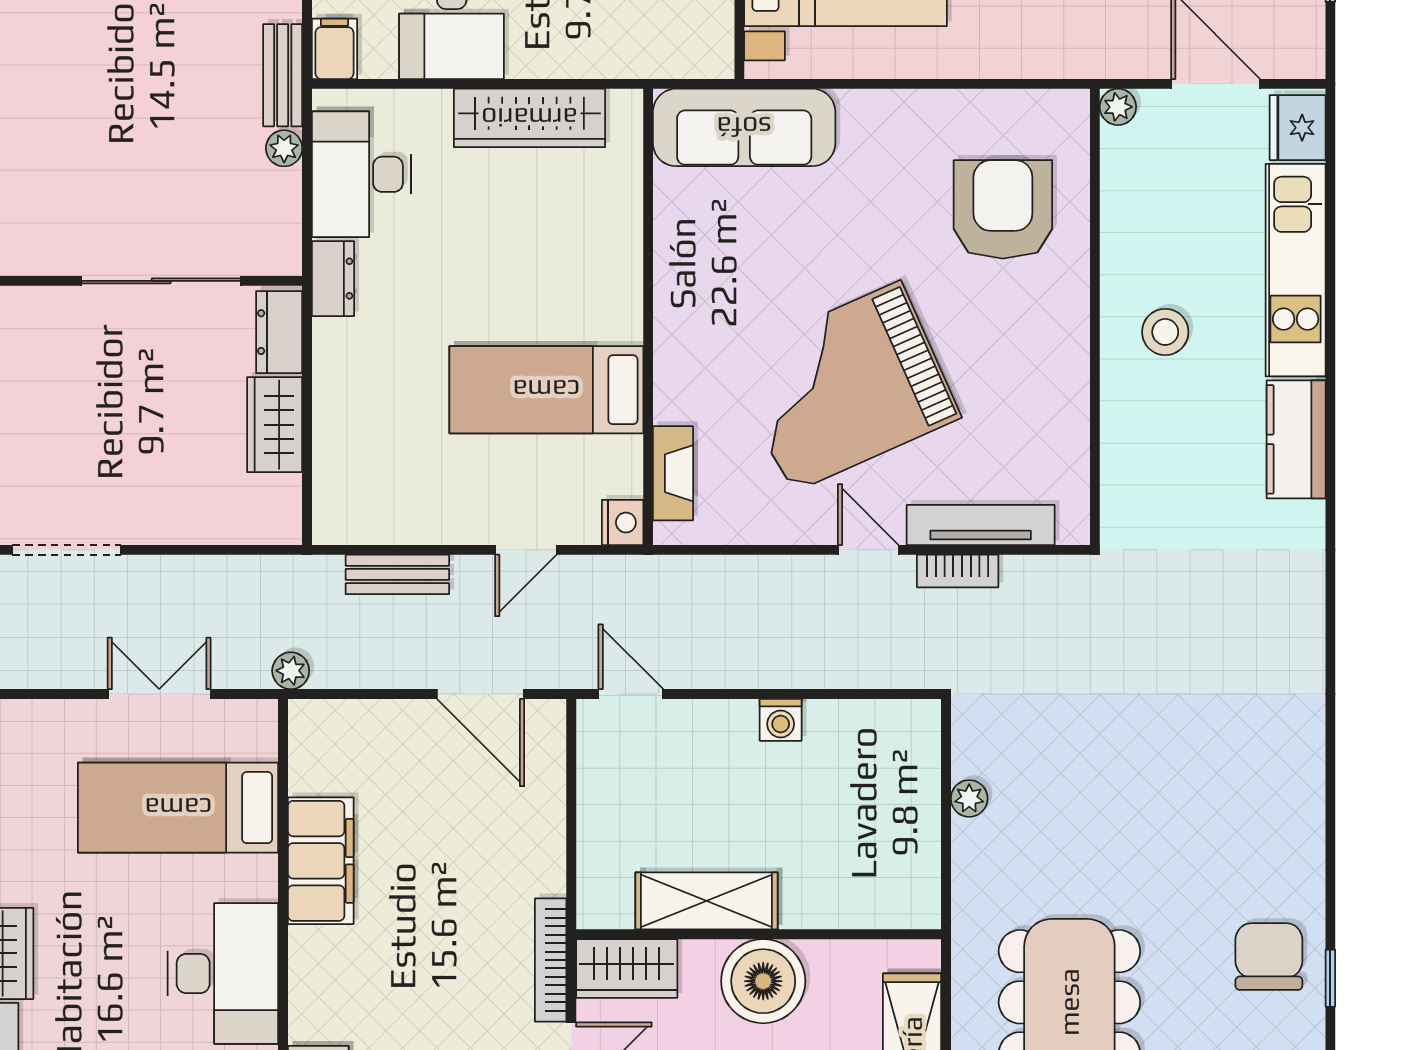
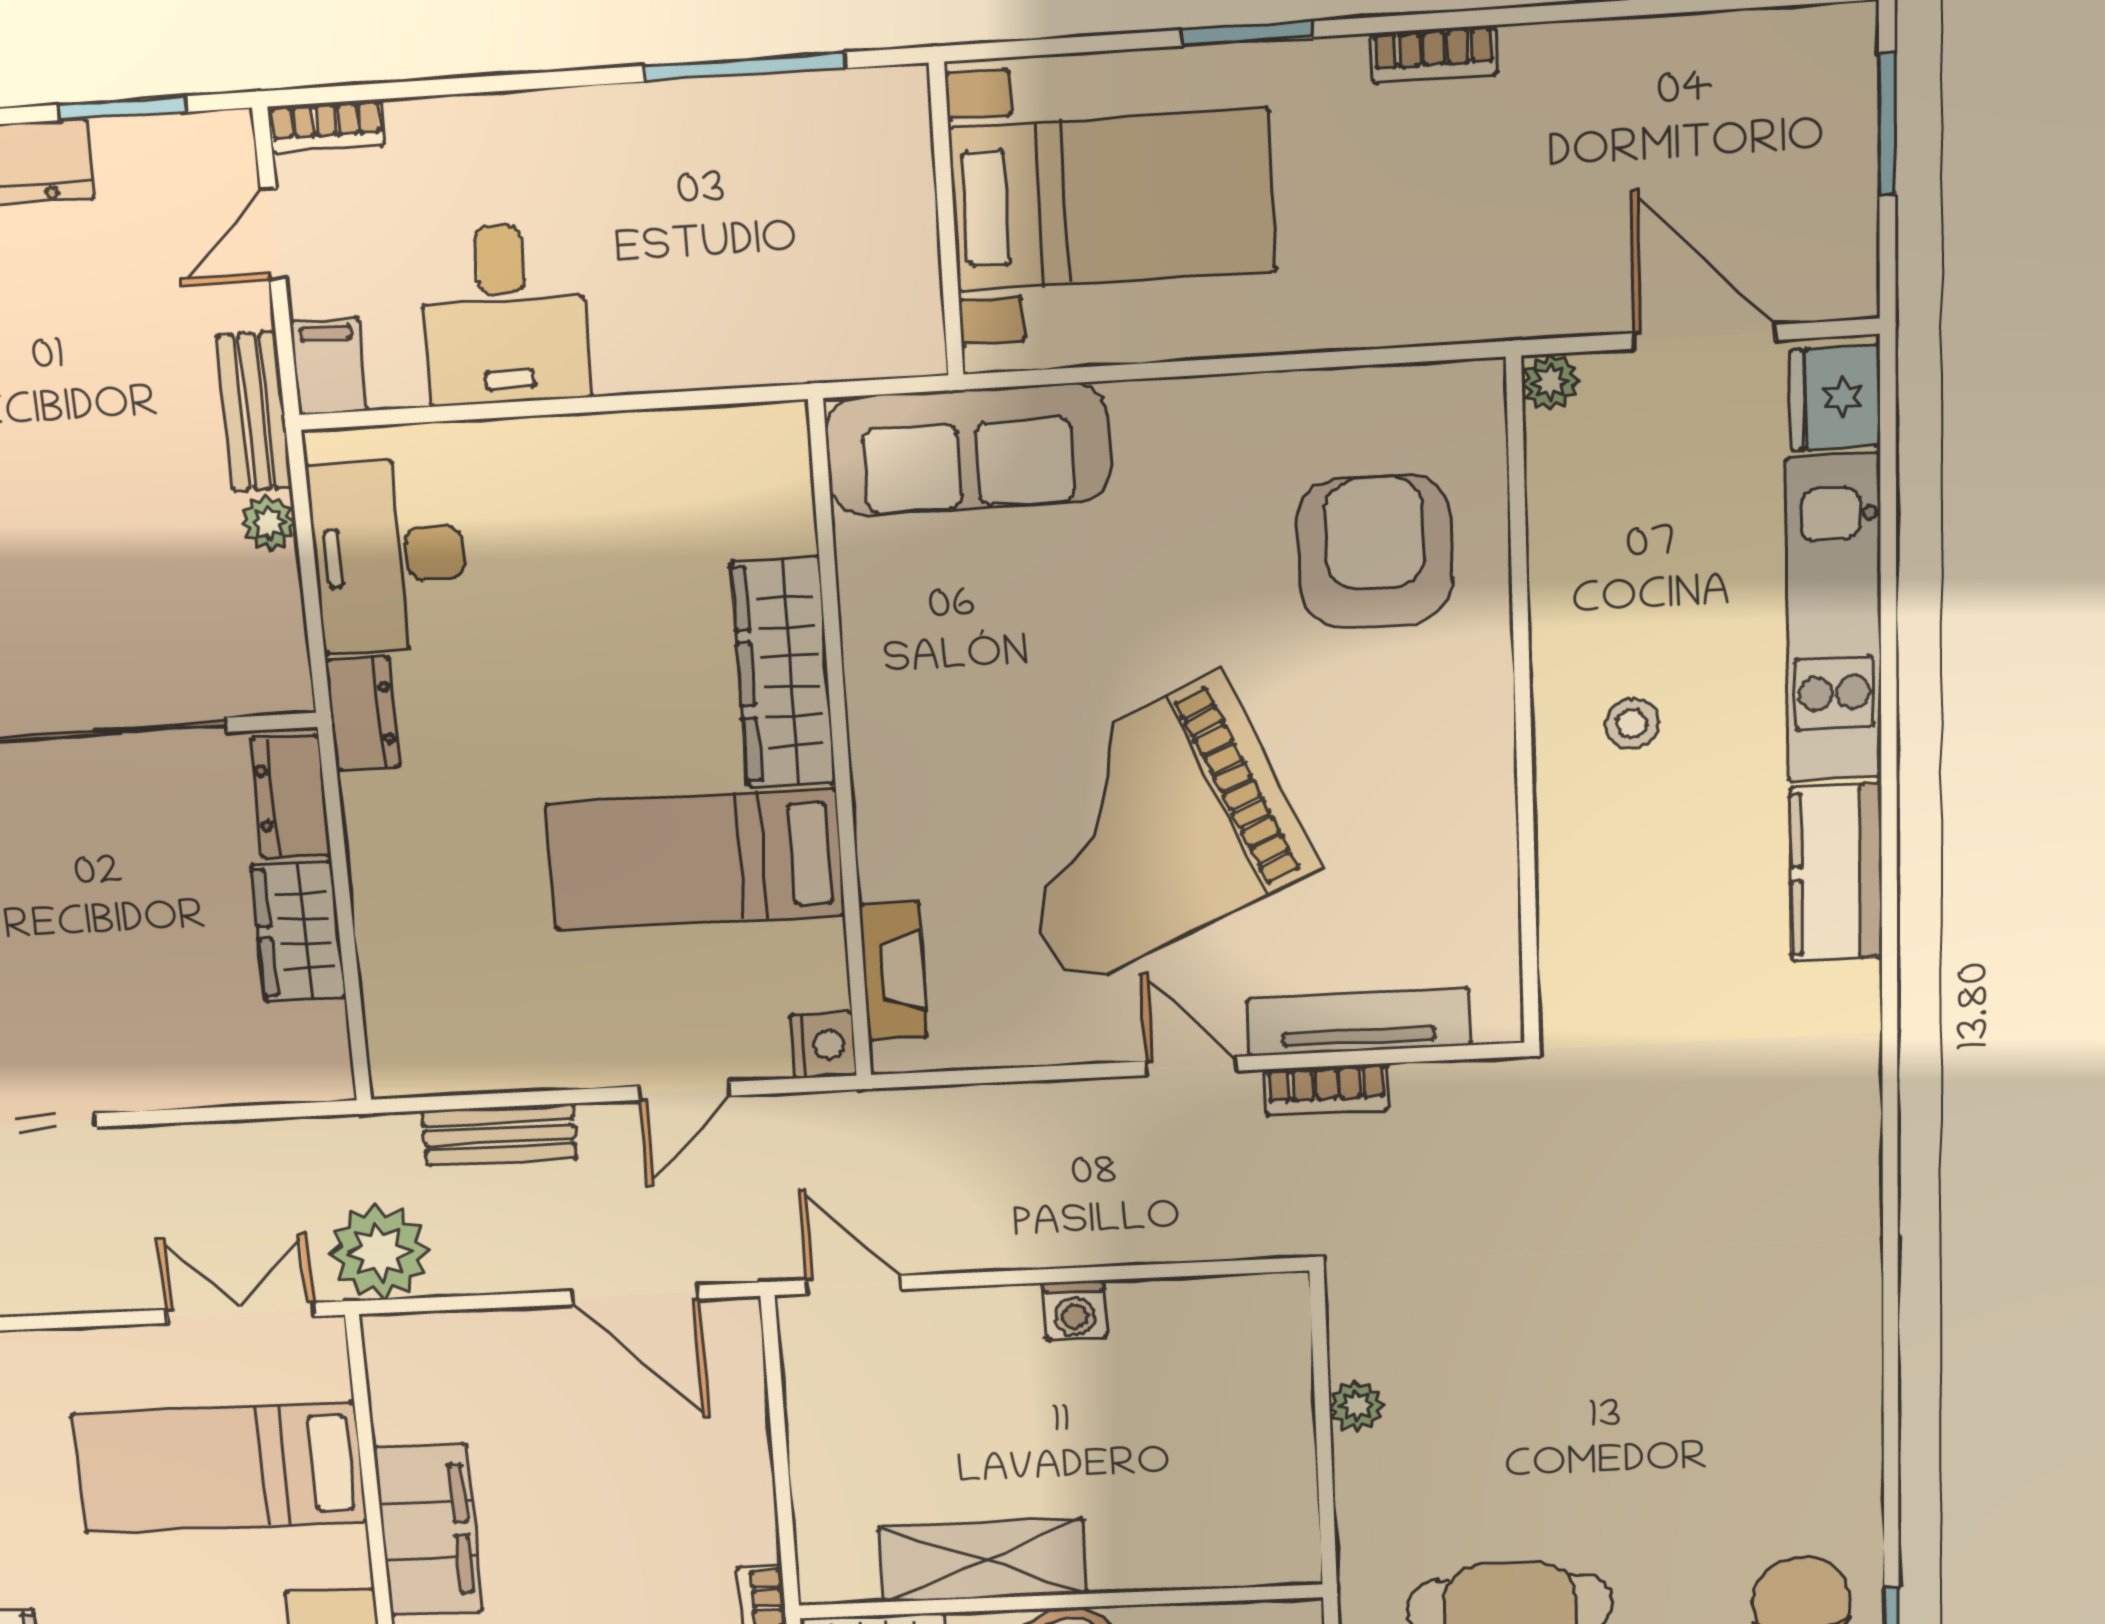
wardrobe: (529, 118) -> (783, 672), moved, turned 90
stool: (1165, 332) -> (1632, 723), width x0.73, depth x0.73
plant: (291, 671) -> (380, 1252), width x1.87, depth x1.87
double door: (159, 694) -> (241, 1313), moved

